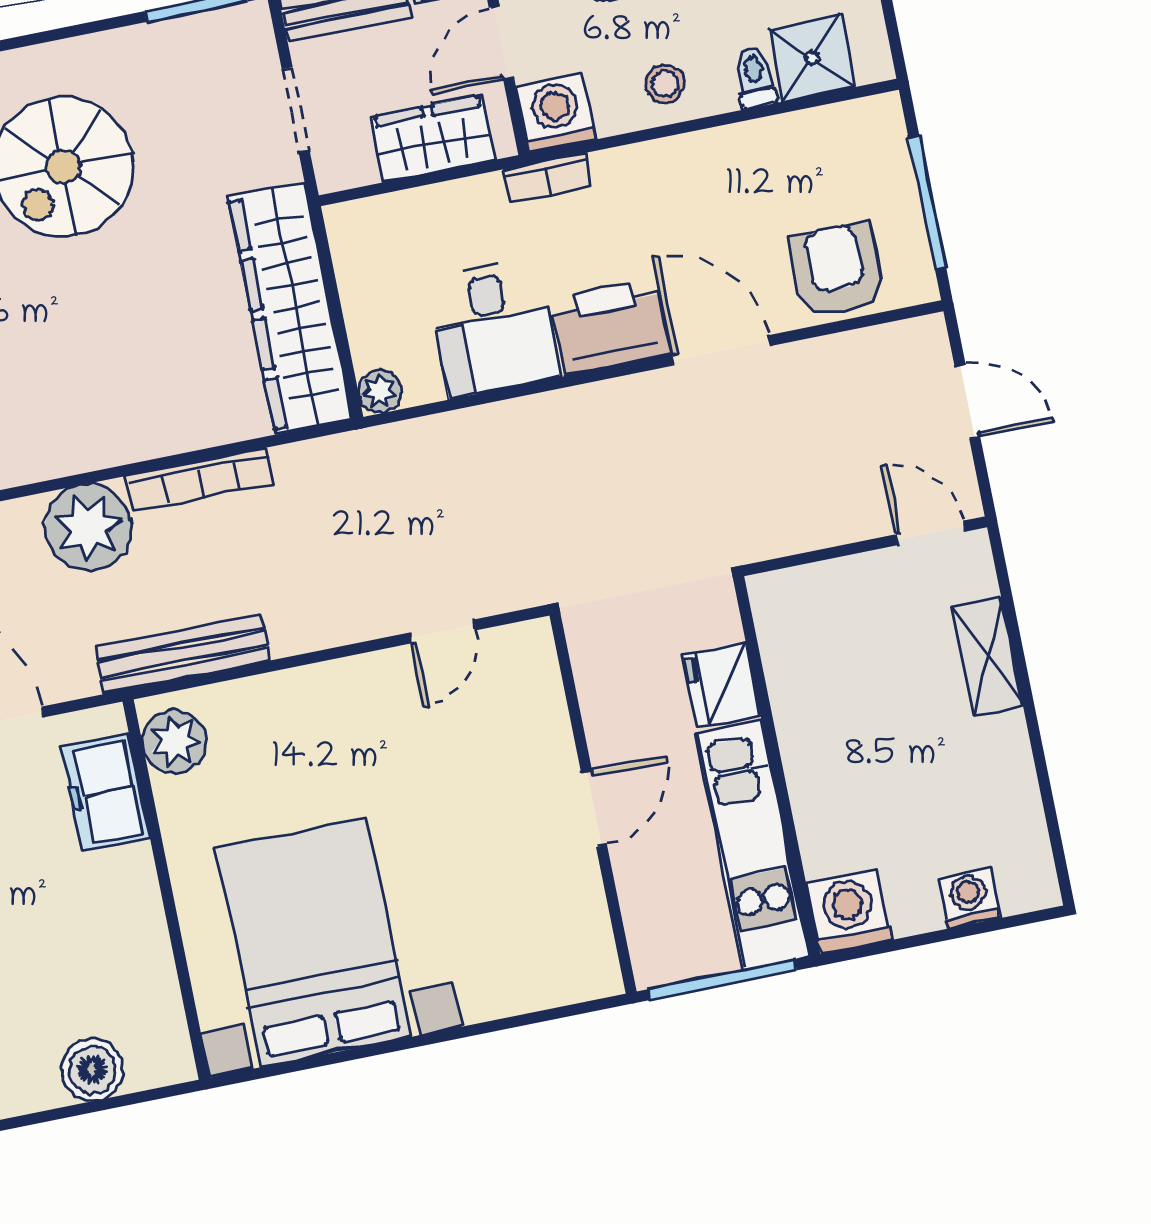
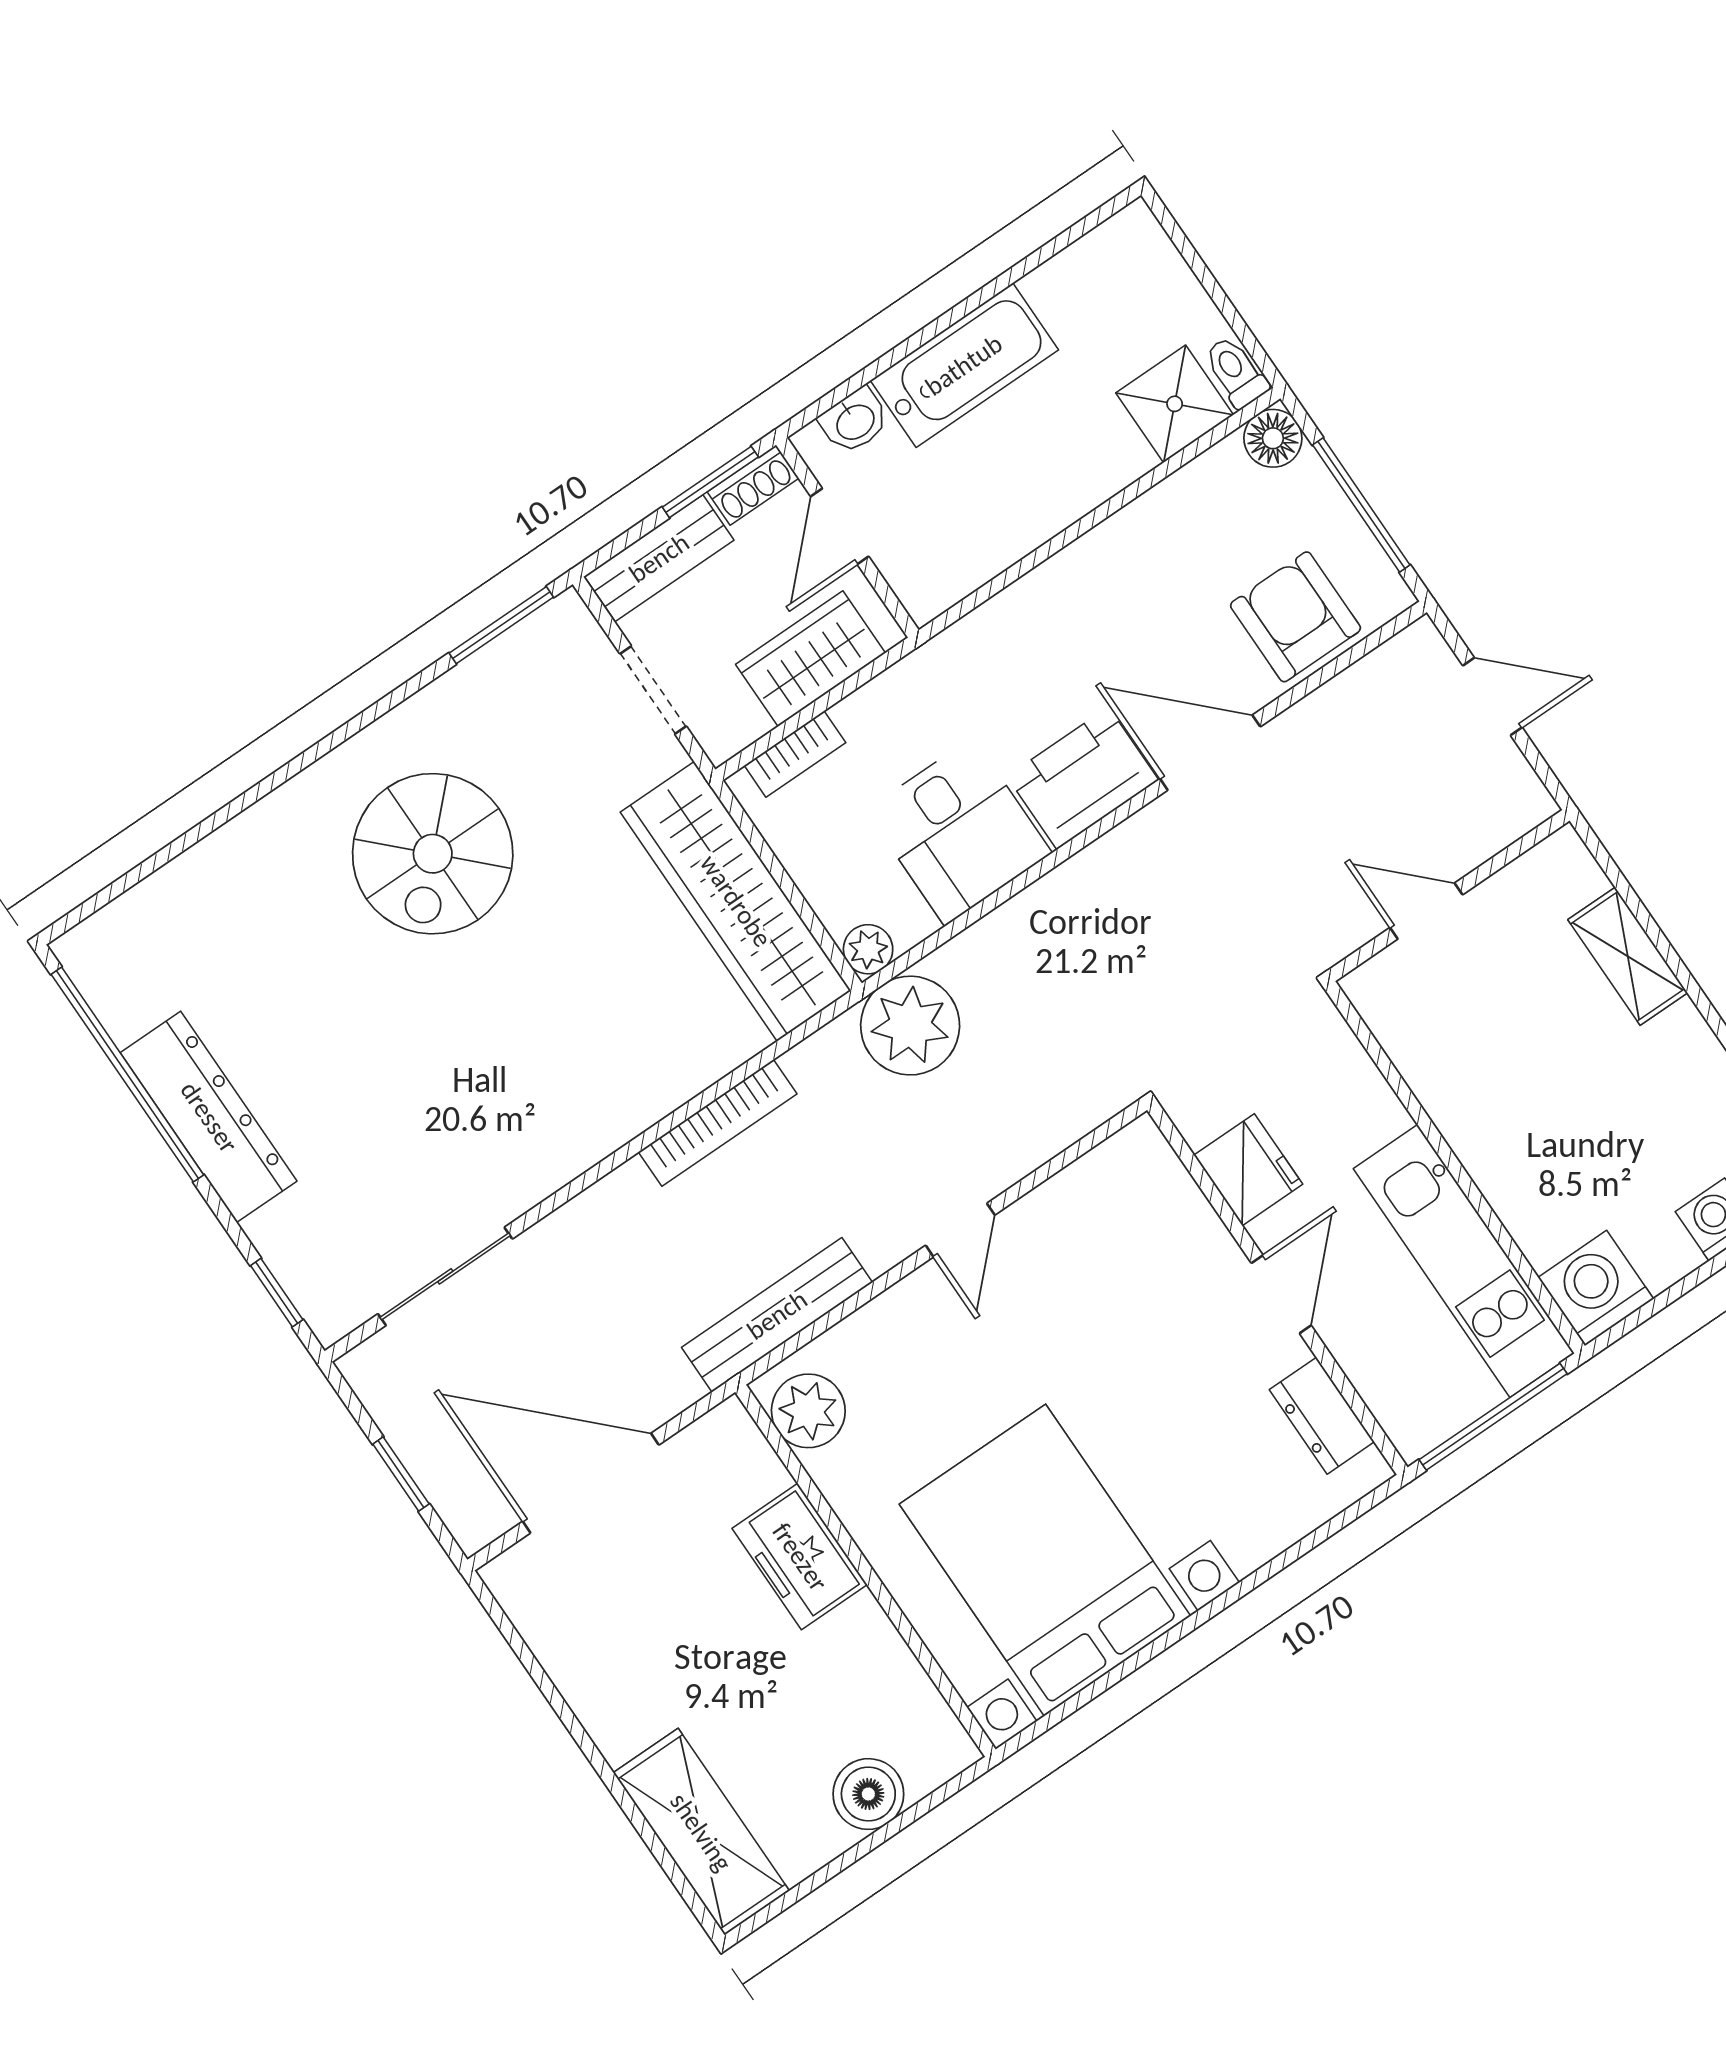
toilet: (755, 77) -> (1236, 372), moved
stool: (665, 84) -> (1031, 497), removed
washing machine: (556, 113) -> (929, 576), removed
floor lamp: (879, 119) -> (1273, 438), added
bookcase: (547, 178) -> (795, 754), moved
plant: (88, 527) -> (910, 1026), moved
door: (931, 533) -> (1426, 911), moved
door: (442, 631) -> (960, 1230), moved
fridge: (722, 685) -> (1248, 1170), moved, turned 180
freezer: (105, 793) -> (800, 1557), moved
dresser: (585, 921) -> (1322, 1416), added

